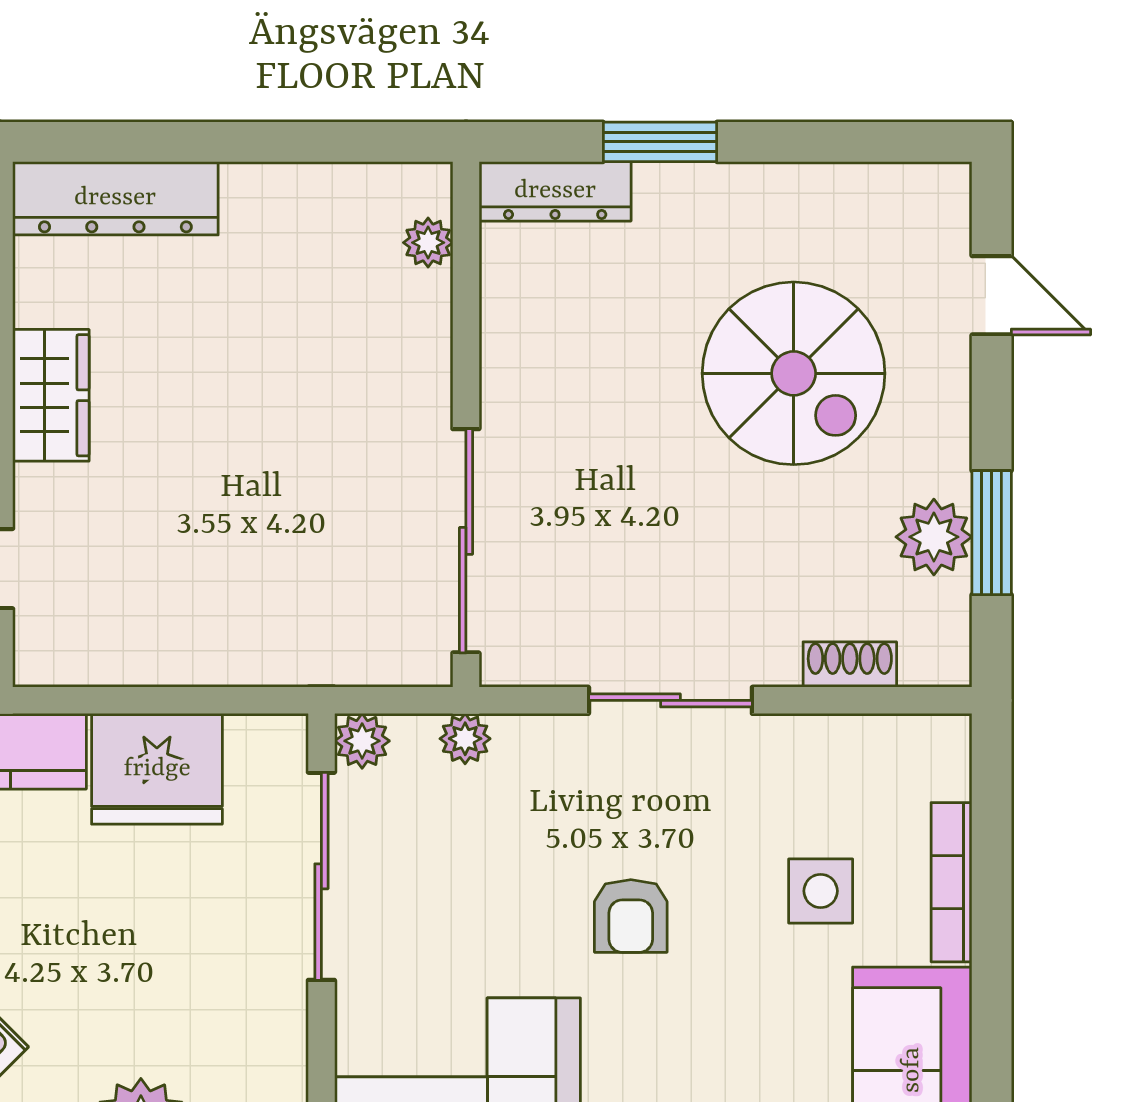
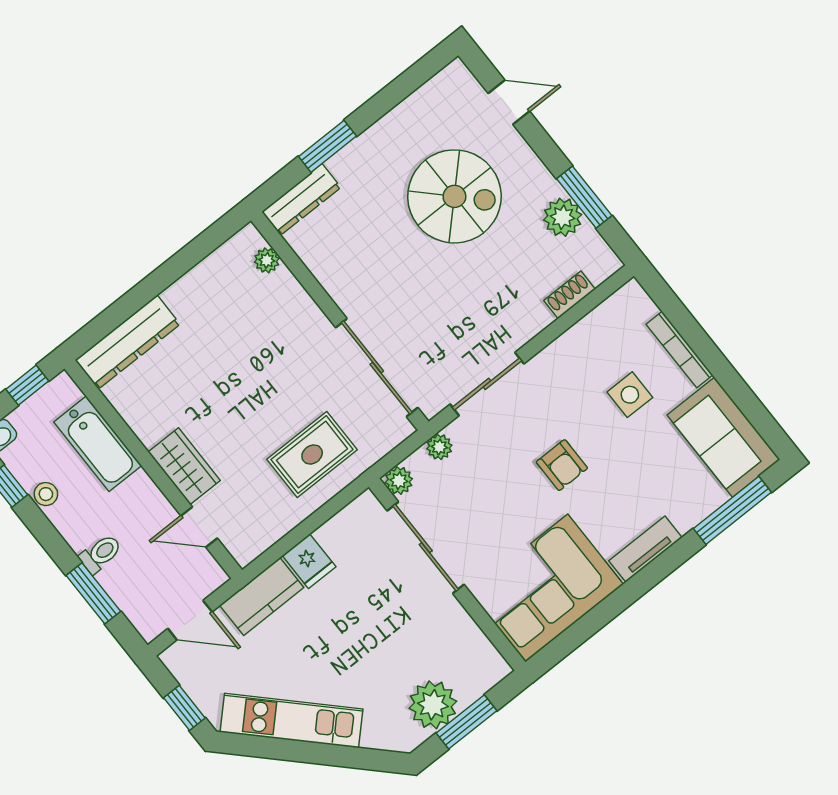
wardrobe: (51, 395) -> (184, 466), moved
rug: (261, 595) -> (312, 455), added
sliding door: (670, 700) -> (487, 384), moved
fridge: (157, 769) -> (309, 561), width x0.53, depth x0.75

